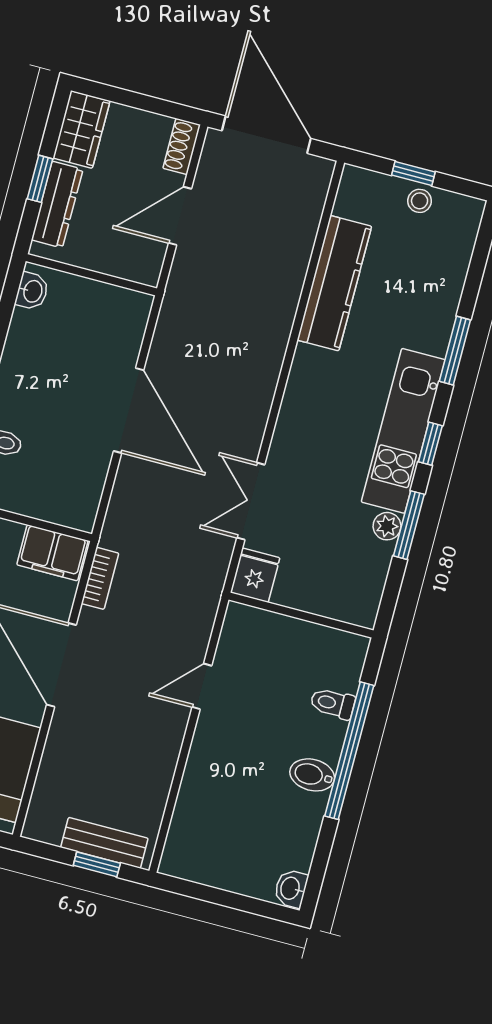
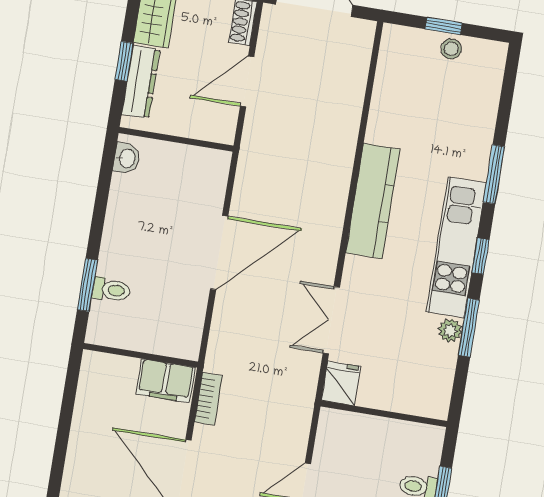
kitchen counter: (334, 283) -> (373, 201), moved
door: (129, 411) -> (219, 253), hinge flipped

